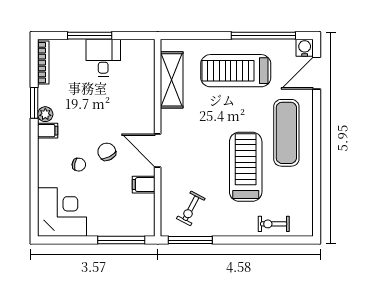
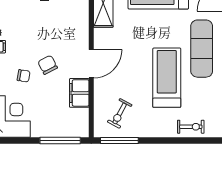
door: (158, 151) -> (91, 64), swing flipped
filing cabinet: (144, 185) -> (79, 93), width x2.00
exercise bike: (274, 224) -> (191, 127), turned 180

